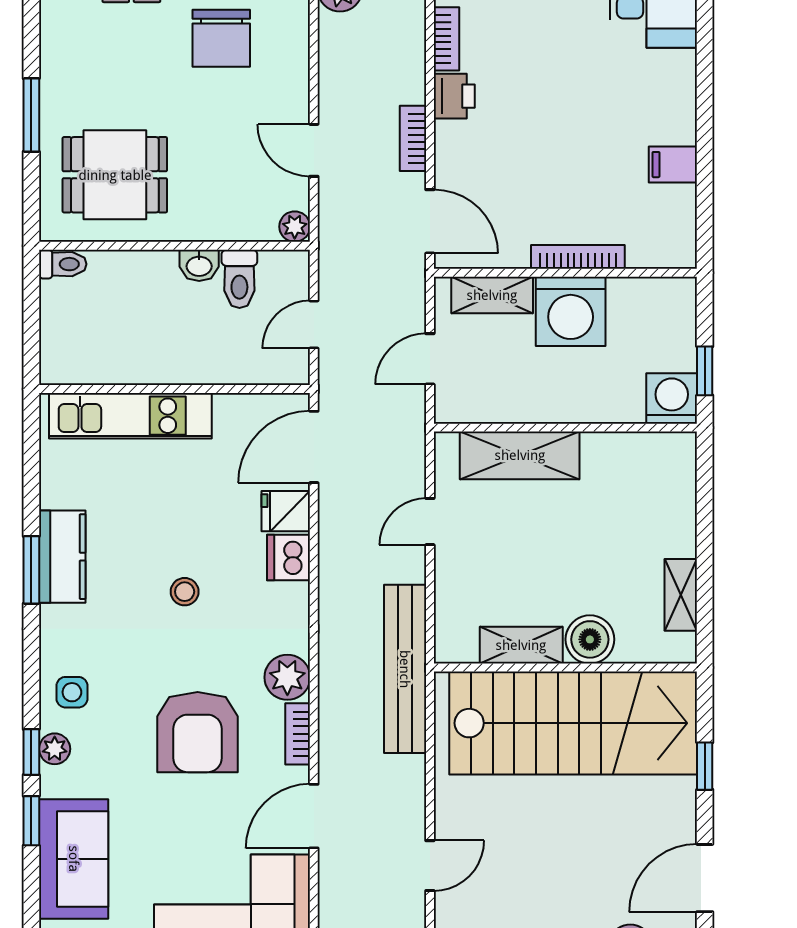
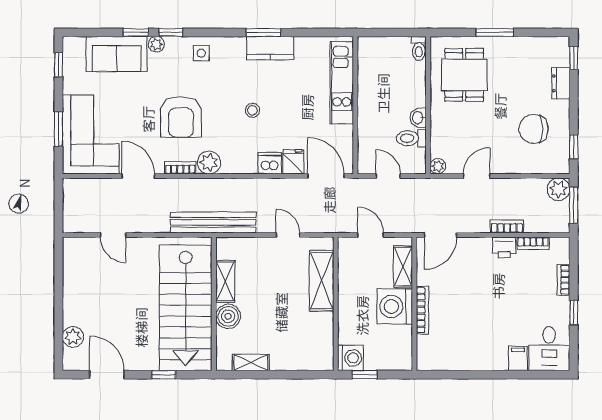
bookcase: (413, 138) -> (507, 226), moved
filing cabinet: (673, 165) -> (518, 358), moved
armchair: (198, 732) -> (181, 117), turned -90
plant: (55, 749) -> (156, 44), moved

